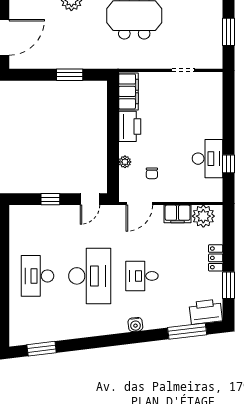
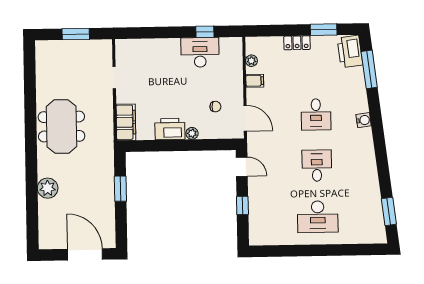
filing cabinet: (128, 91) -> (126, 122), moved, turned 90
plant: (125, 162) -> (192, 133), moved
filing cabinet: (178, 214) -> (255, 81), width x0.50
plant: (203, 216) -> (251, 61), width x0.53, depth x0.53
desk: (90, 276) -> (317, 166), width x0.53, depth x0.77

